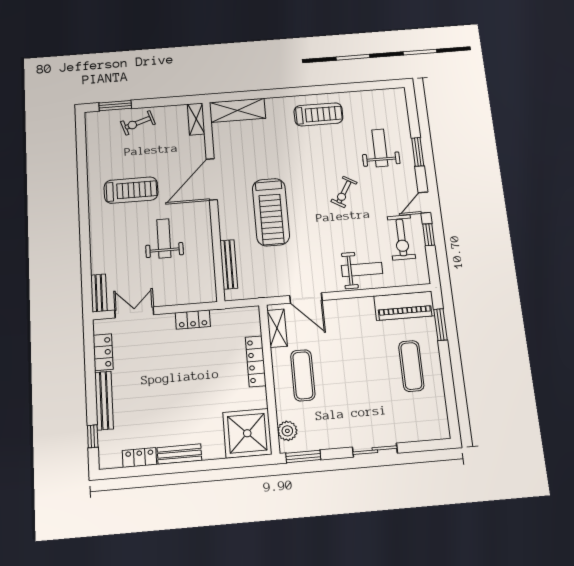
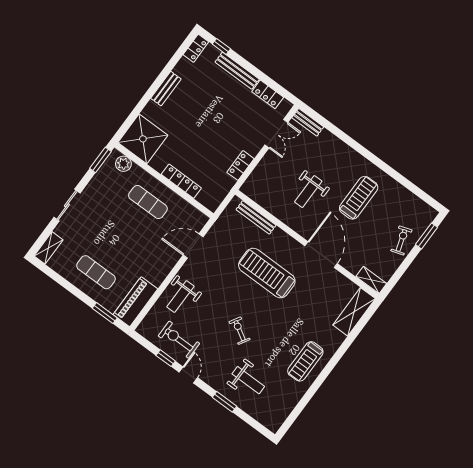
treadmill: (131, 190) -> (359, 198), turned 180
weight bench: (164, 238) -> (308, 192), turned 90
shelving: (277, 328) -> (49, 248), moved, turned 90
locker: (139, 457) -> (196, 48), moved

